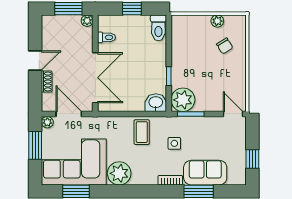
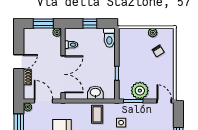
plant: (183, 100) -> (140, 91), moved
washbasin: (156, 103) -> (95, 93), moved

